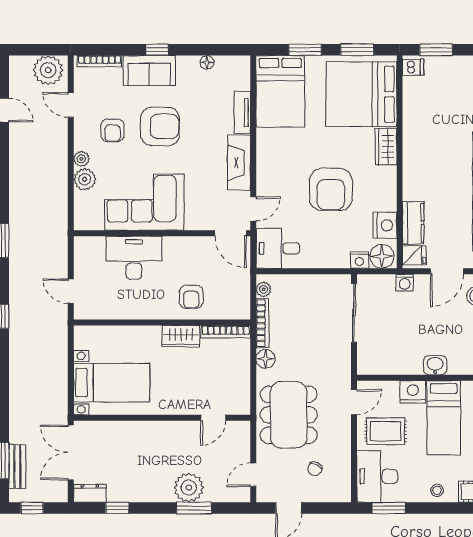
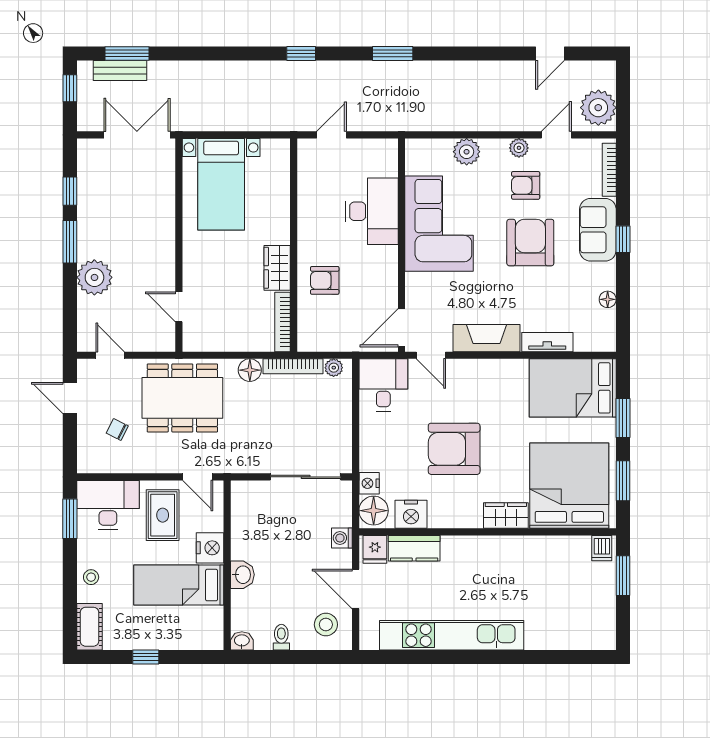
armchair: (160, 126) -> (530, 243), turned 180
plant: (81, 159) -> (519, 148), moved
dresser: (90, 493) -> (88, 158), removed
window: (194, 508) -> (70, 242), moved

